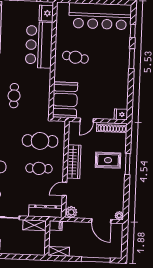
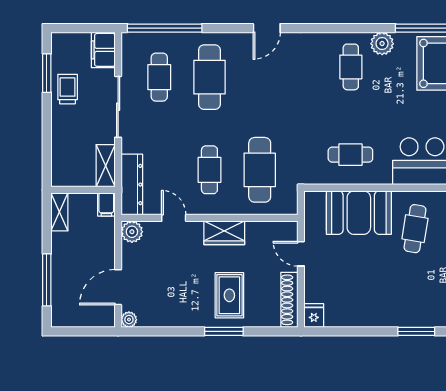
cafe table: (14, 96) -> (350, 155), moved
booth: (65, 100) -> (359, 213), moved
wardrobe: (74, 162) -> (224, 233), width x0.67

